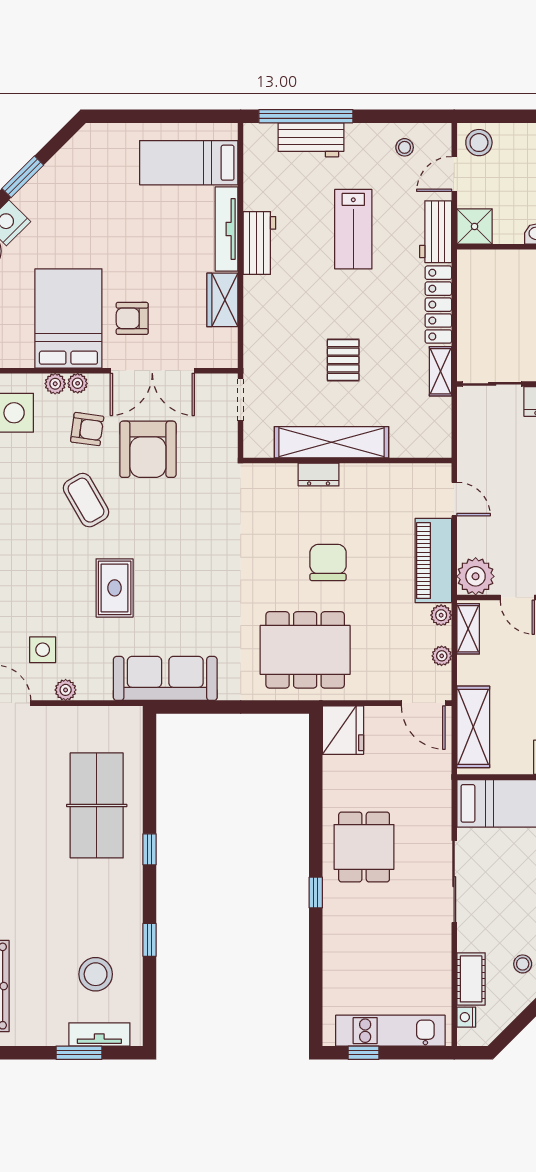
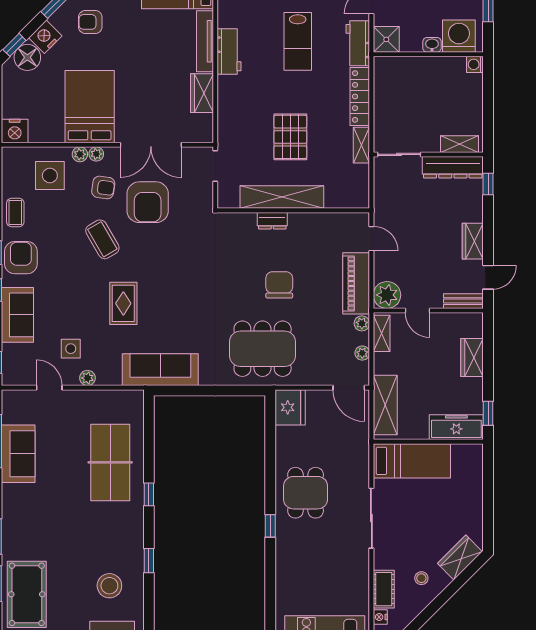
armchair: (132, 318) -> (90, 22), moved
pallet: (343, 360) -> (290, 137), width x1.50, depth x1.42

